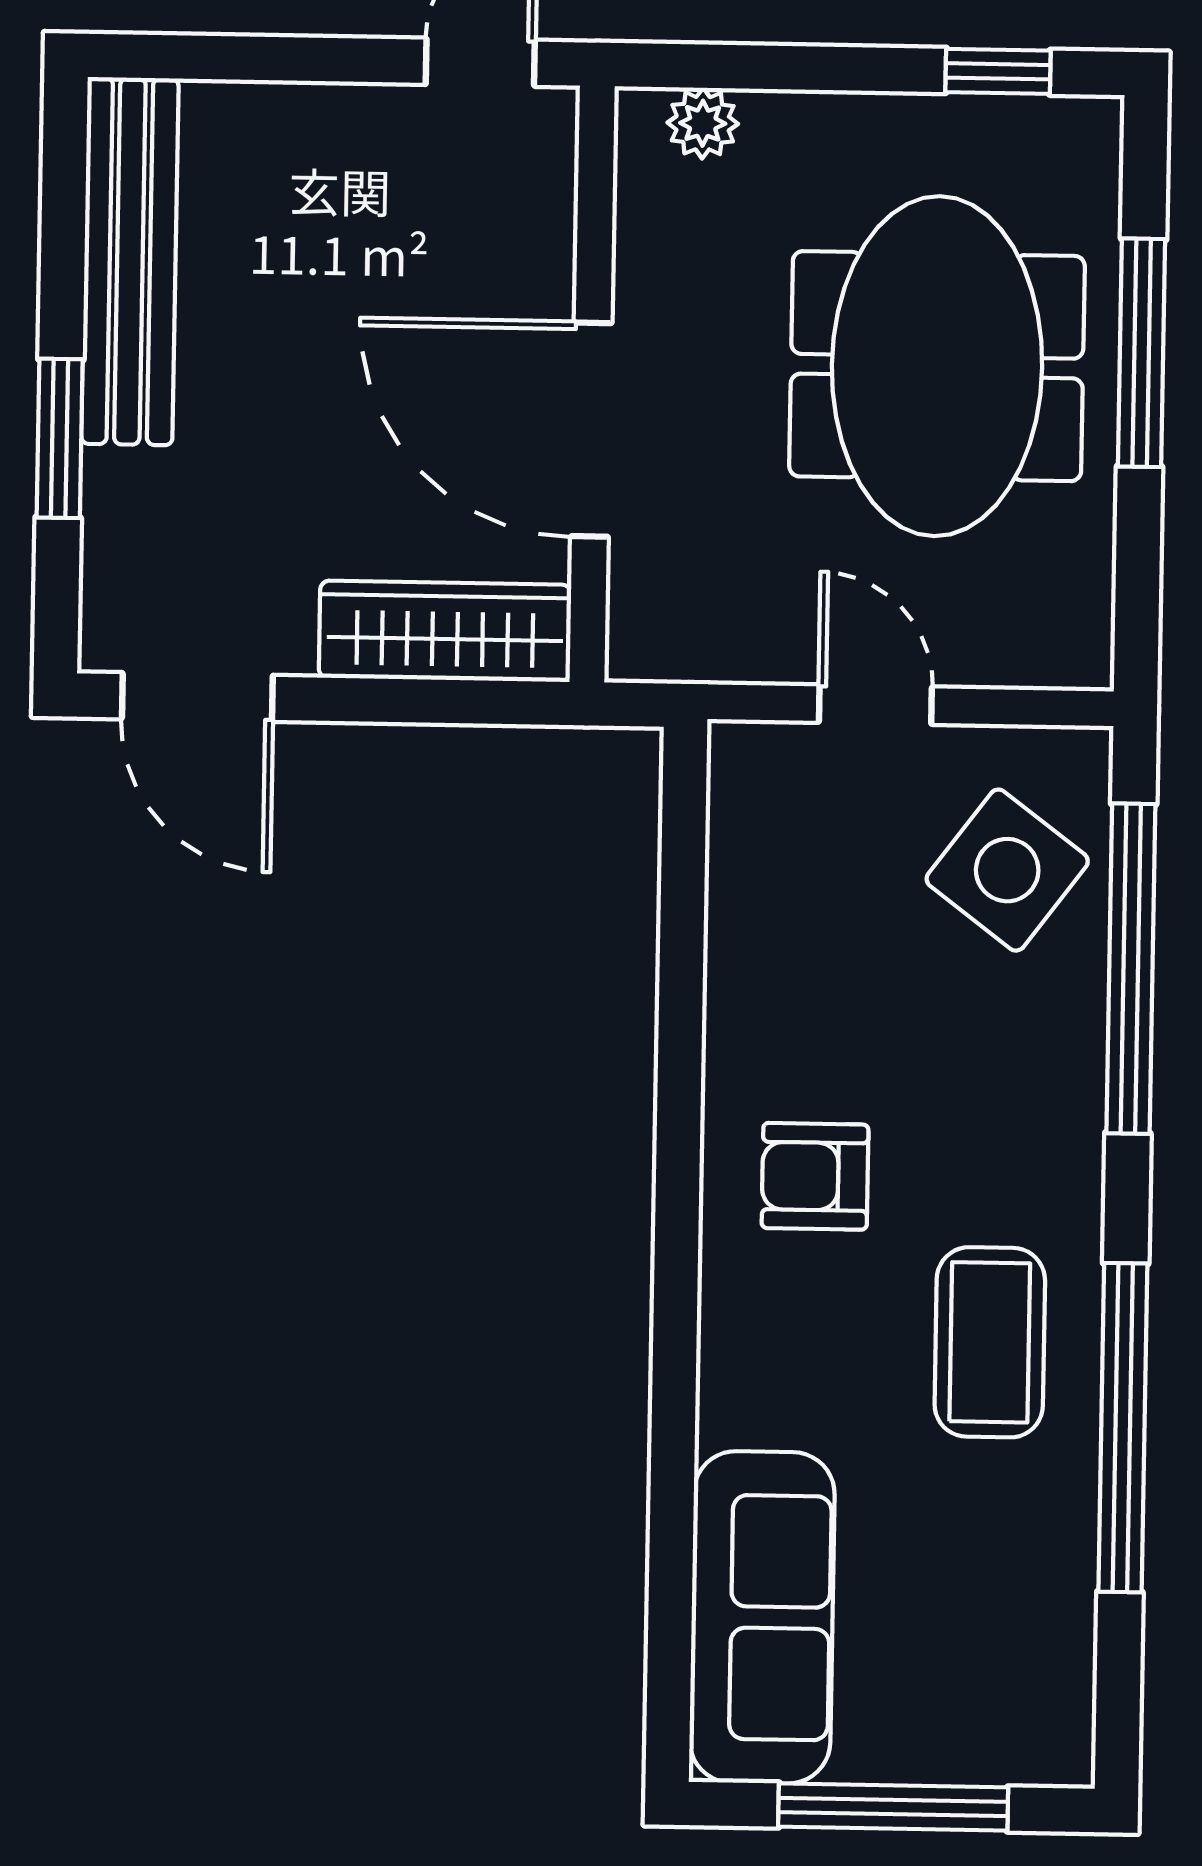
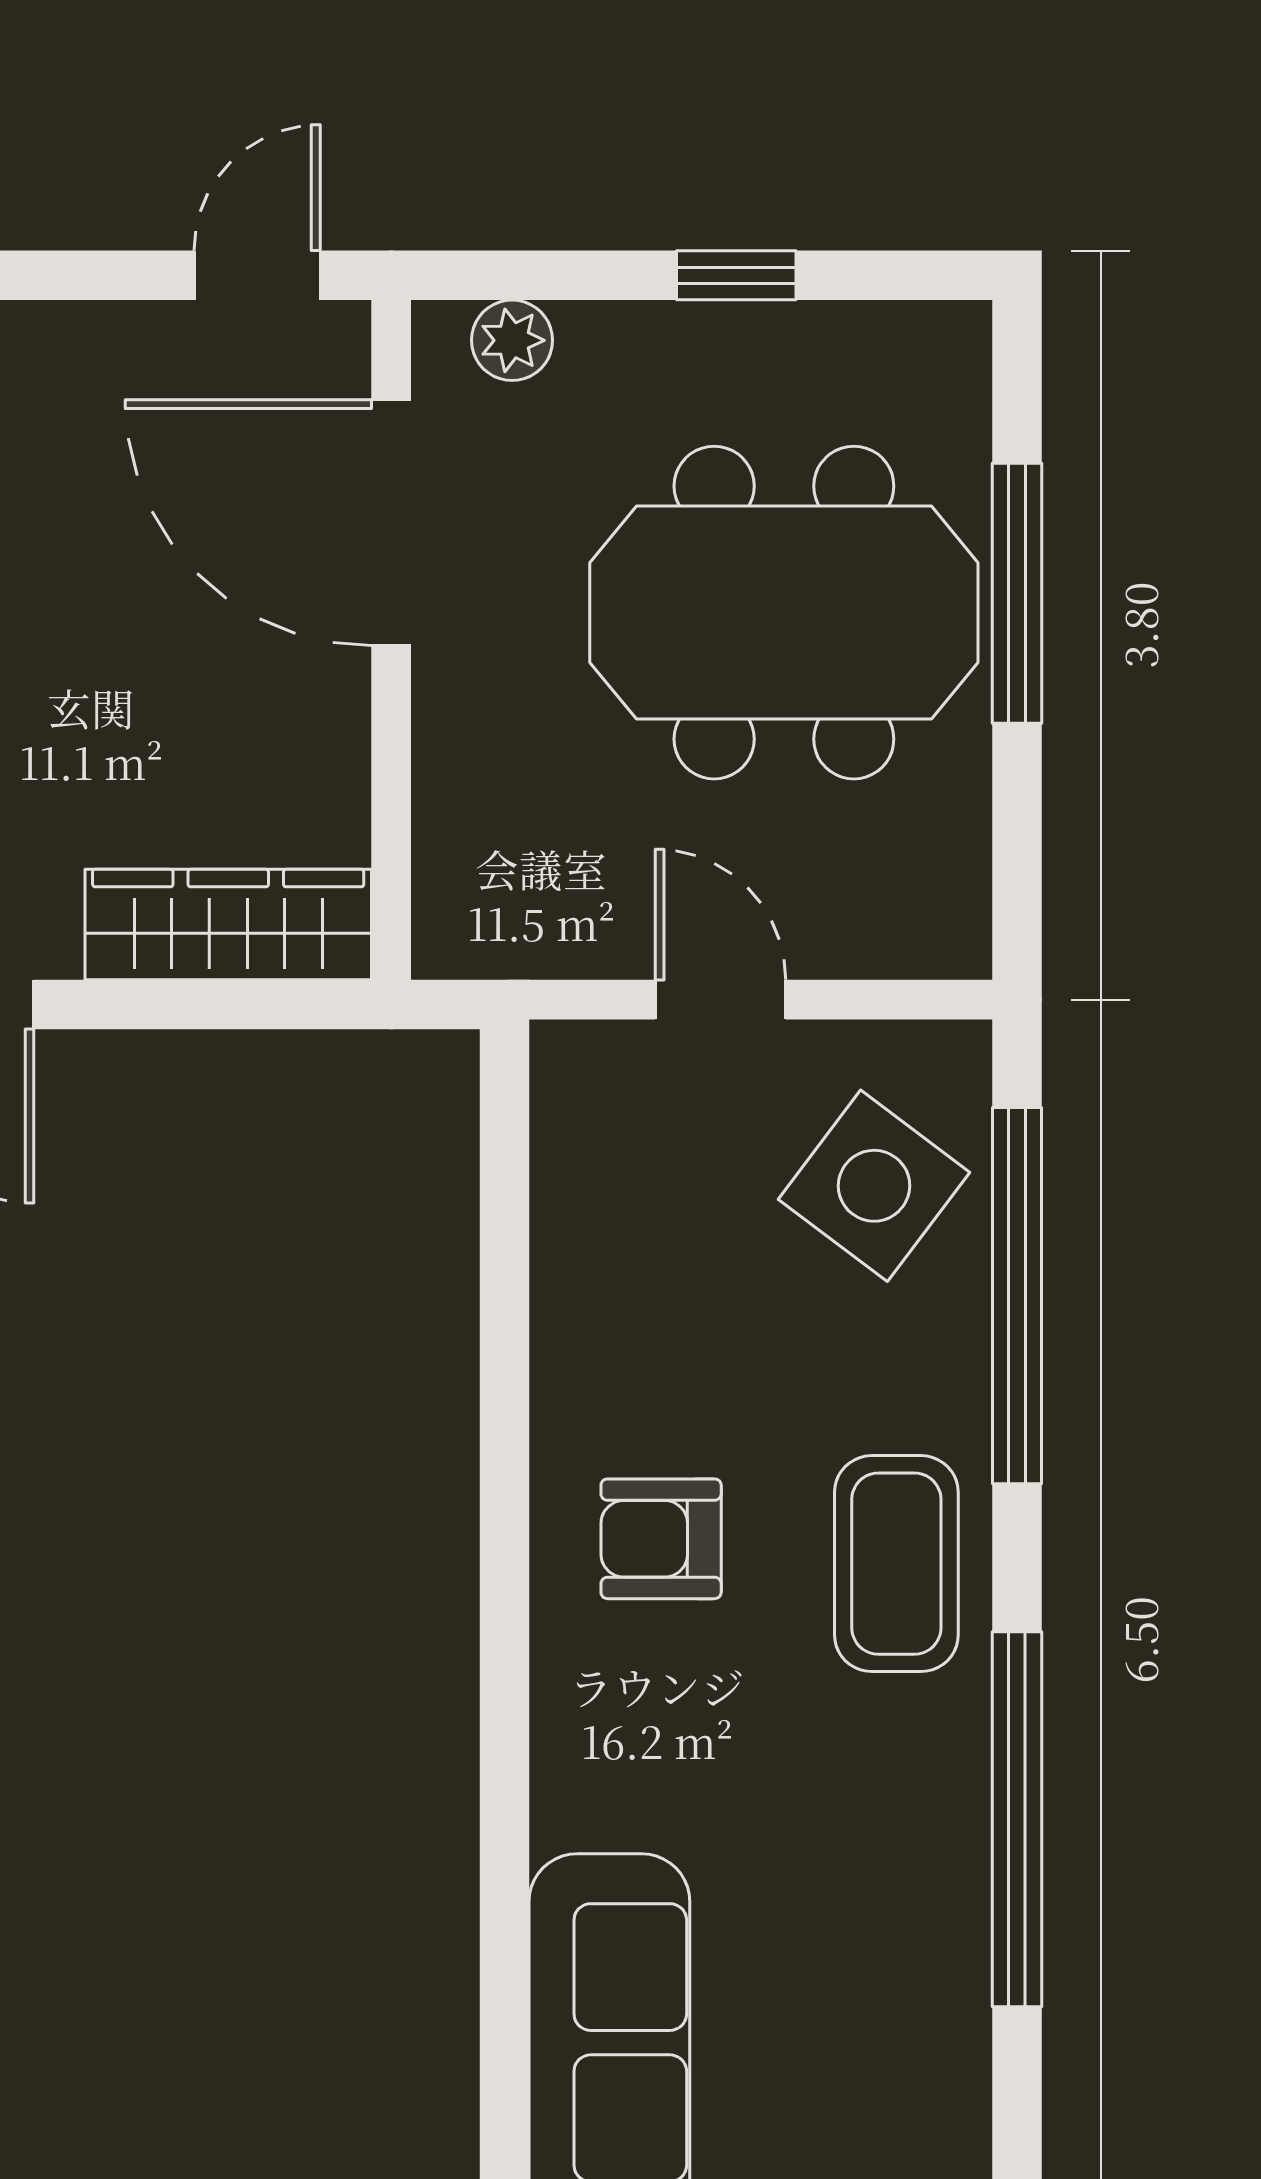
window: (998, 71) -> (736, 275), moved
meeting table: (937, 366) -> (784, 613), turned 90
door: (591, 430) -> (391, 523), moved
coffee table: (990, 1342) -> (896, 1564), moved

